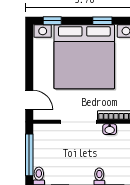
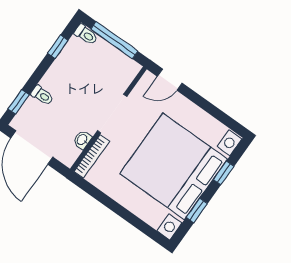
window: (52, 21) -> (224, 173), moved

